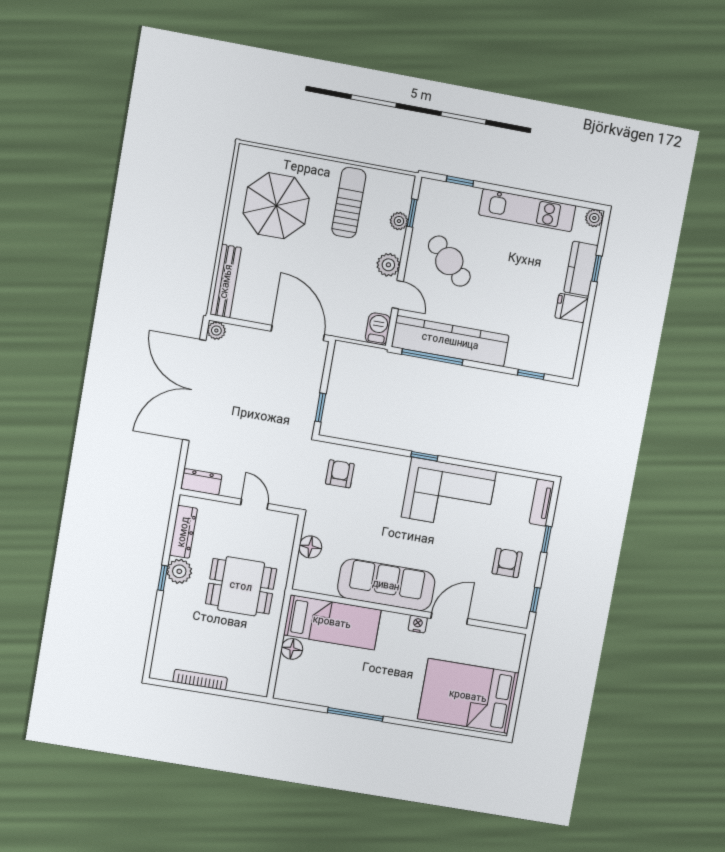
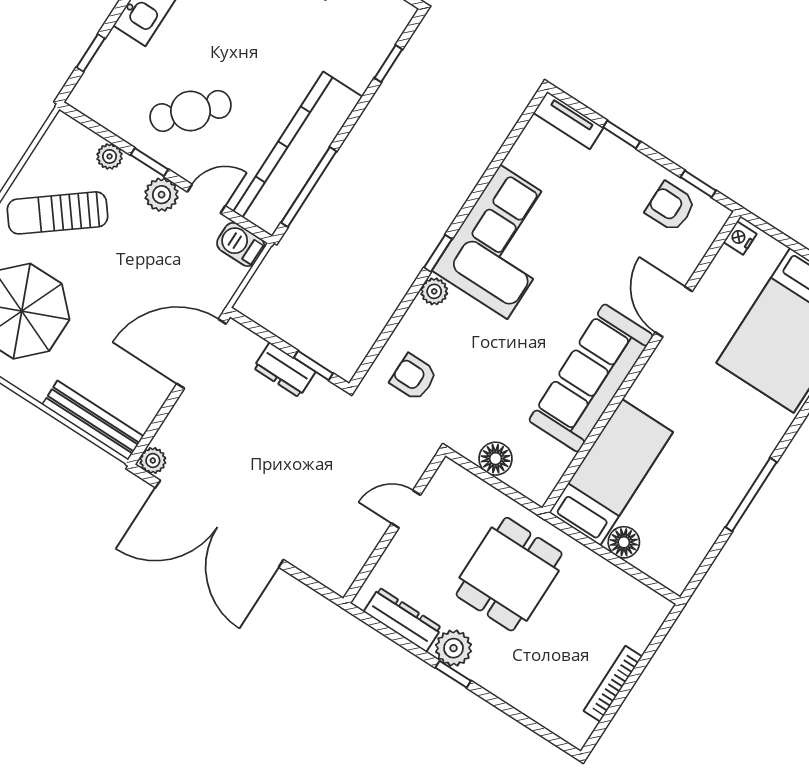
sun lounger: (349, 203) -> (57, 213), turned -38
window: (412, 213) -> (149, 162), moved
plant: (399, 464) -> (434, 291), added
dresser: (202, 482) -> (284, 370), moved, turned -90
armchair: (507, 563) -> (671, 207), moved
nightstand: (418, 624) -> (740, 238), moved

